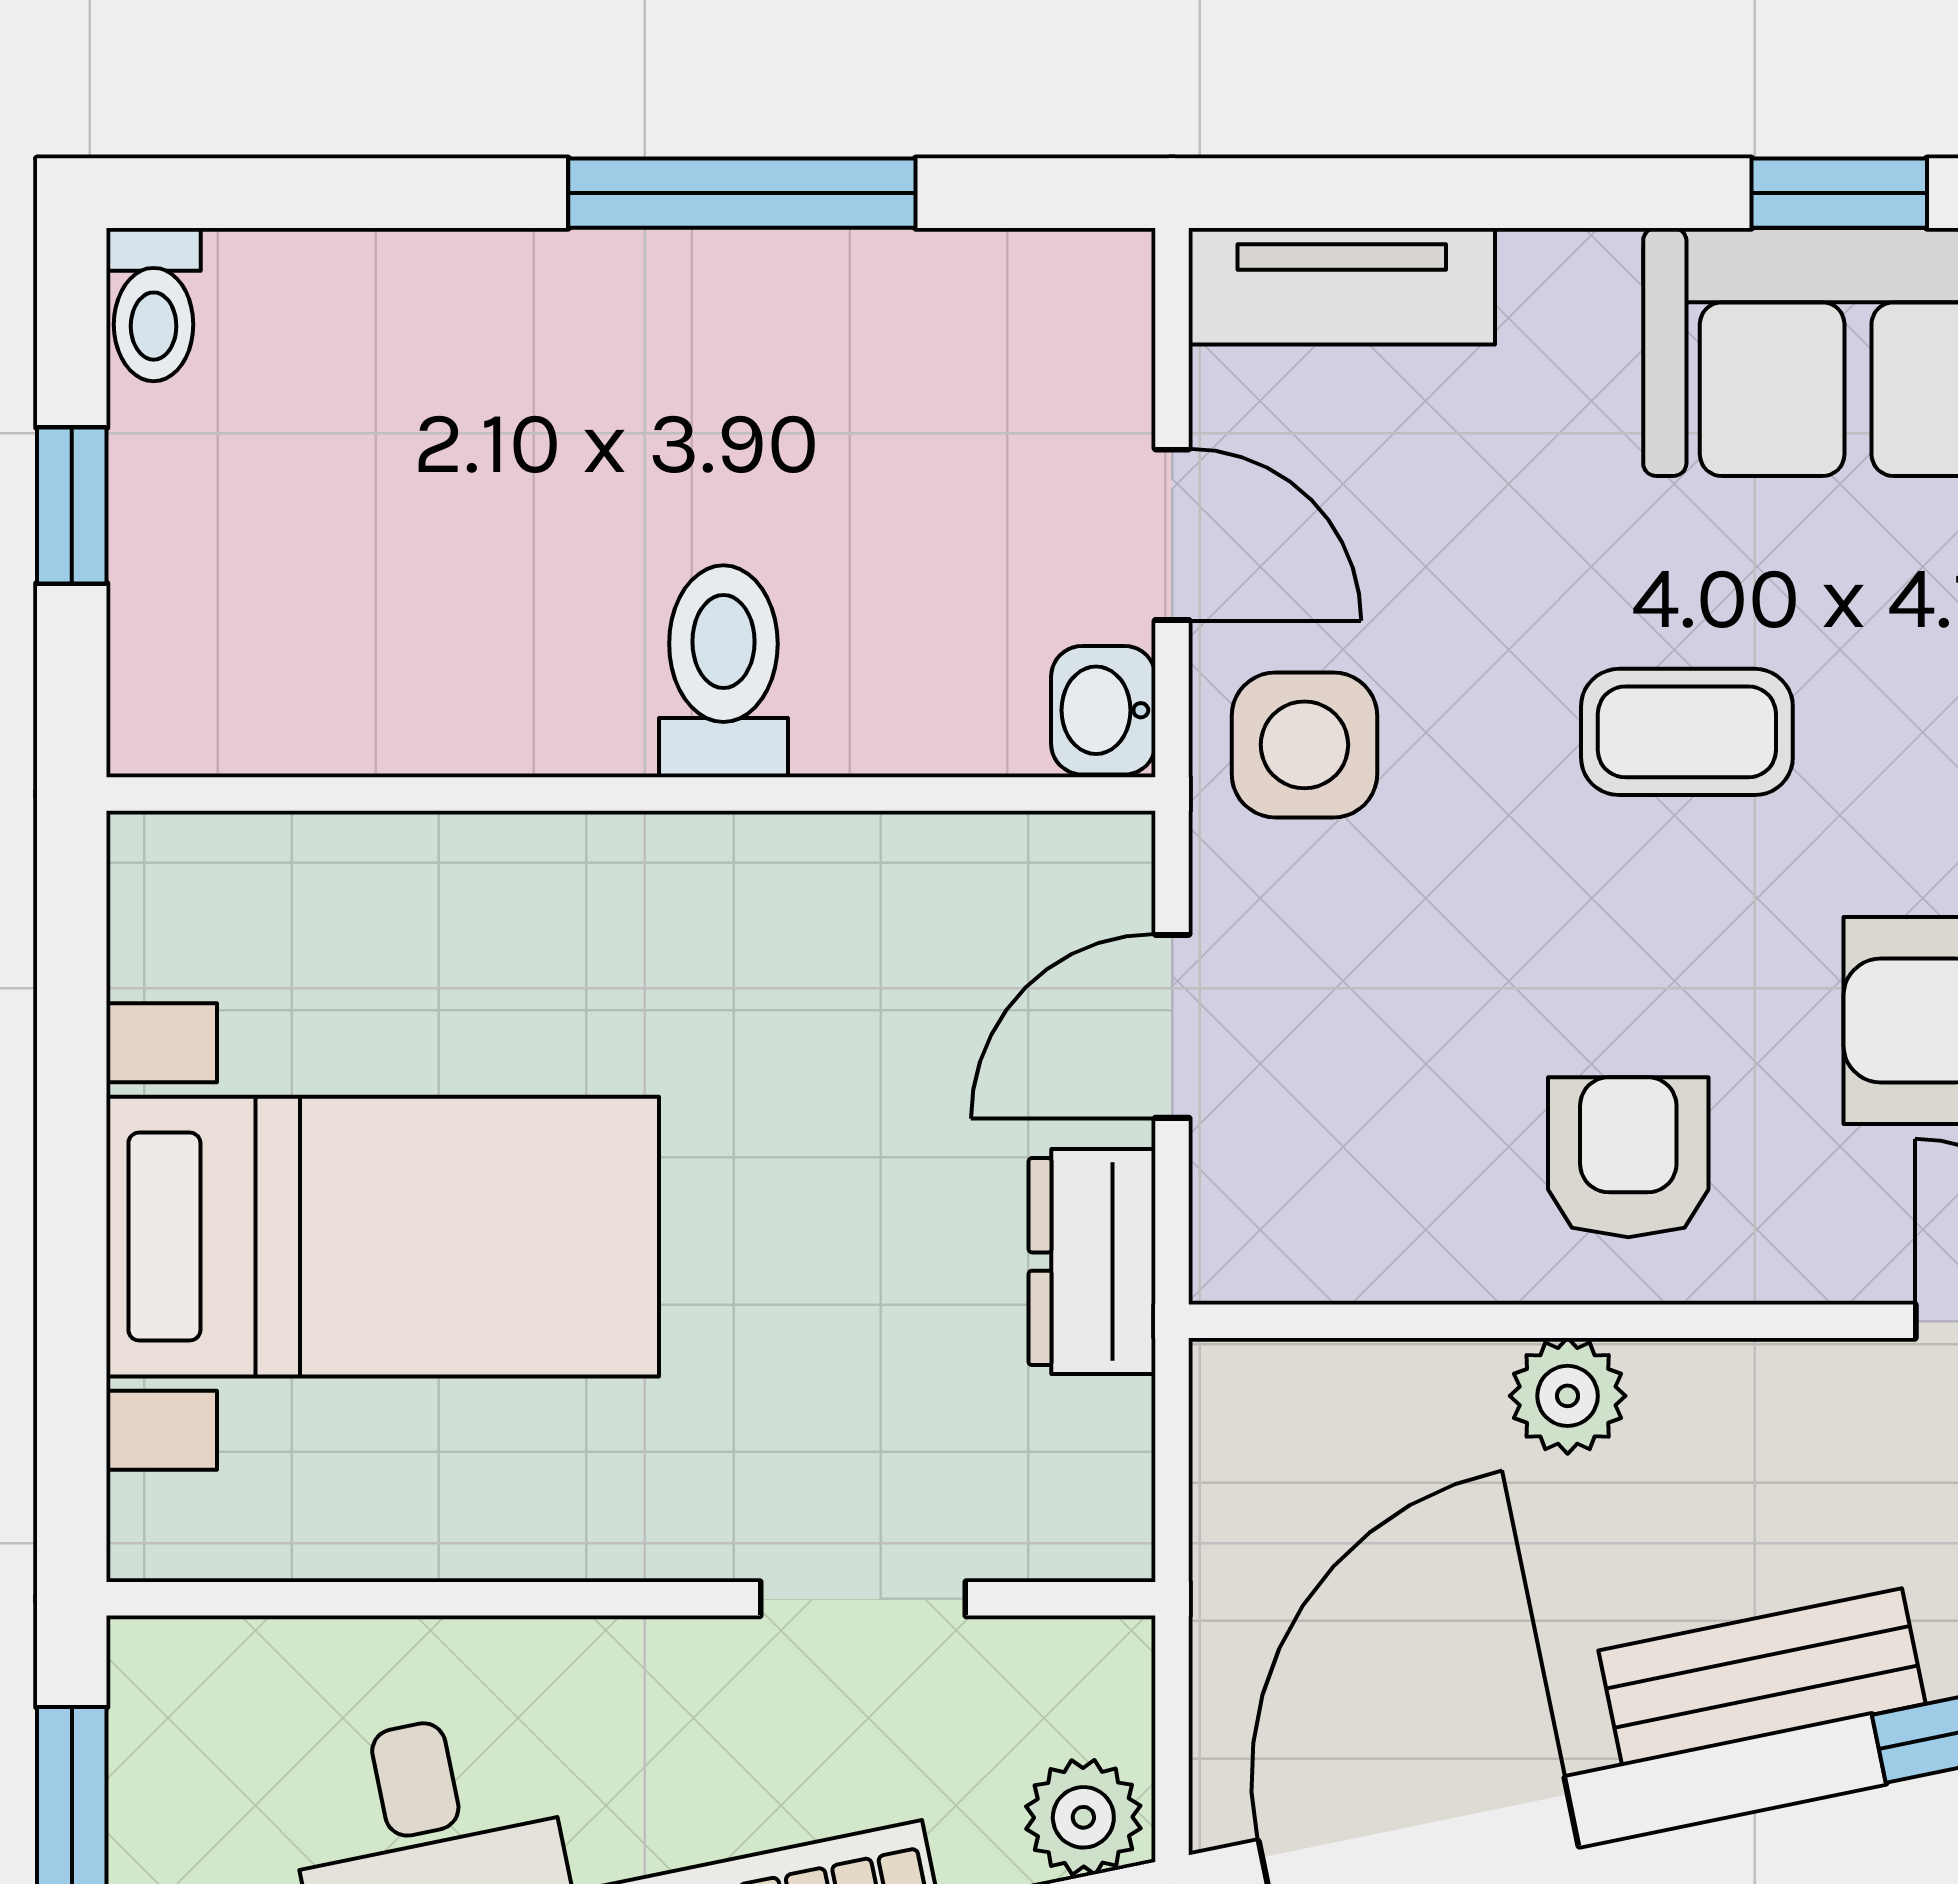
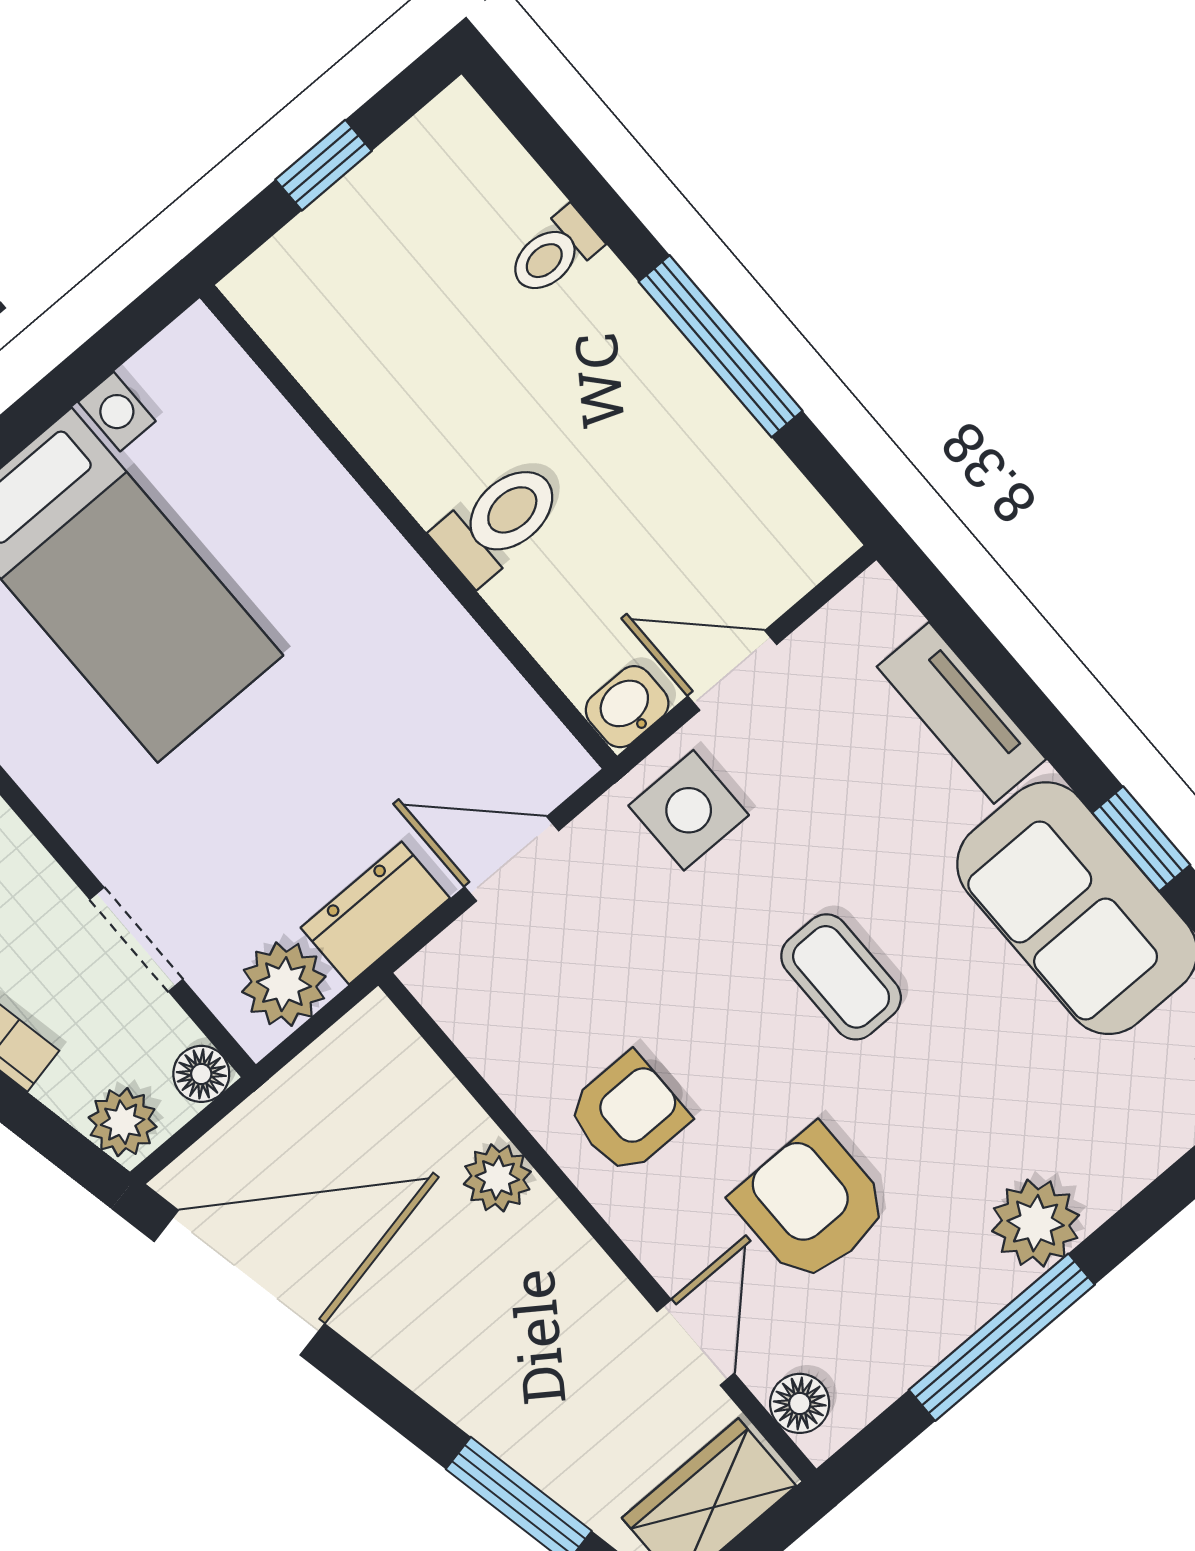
tv unit: (1342, 286) -> (961, 713), moved
toilet: (154, 305) -> (554, 252), moved
door: (1172, 535) -> (732, 670), swing flipped
plant: (1083, 1458) -> (284, 984), added
floor lamp: (1108, 1663) -> (201, 1074), added
bench: (1762, 1677) -> (446, 1373), removed

